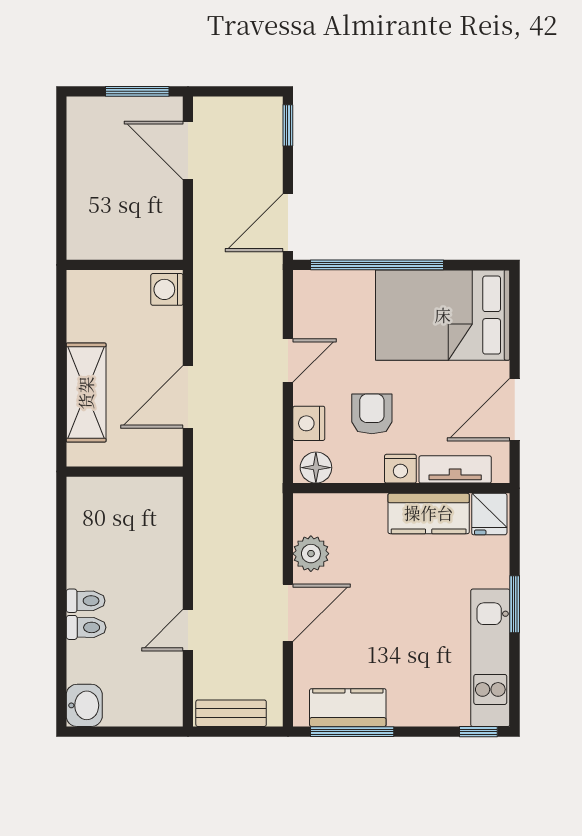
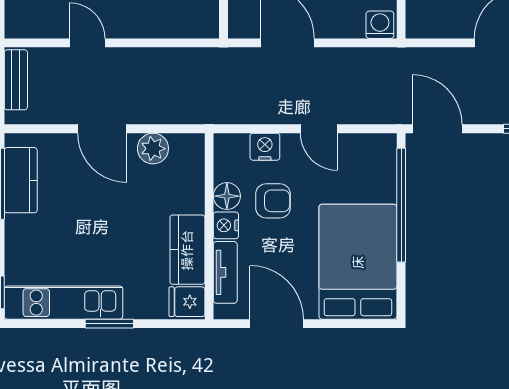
floor lamp: (316, 468) -> (227, 196), moved

